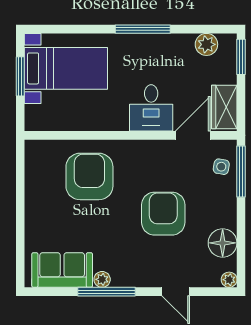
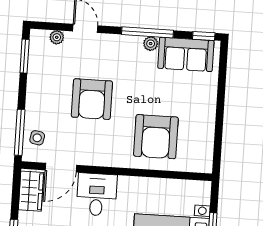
floor lamp: (223, 243) -> (40, 69), removed
window: (241, 256) -> (25, 56), added
plant: (229, 280) -> (57, 37), moved
window: (44, 292) -> (204, 36), added

